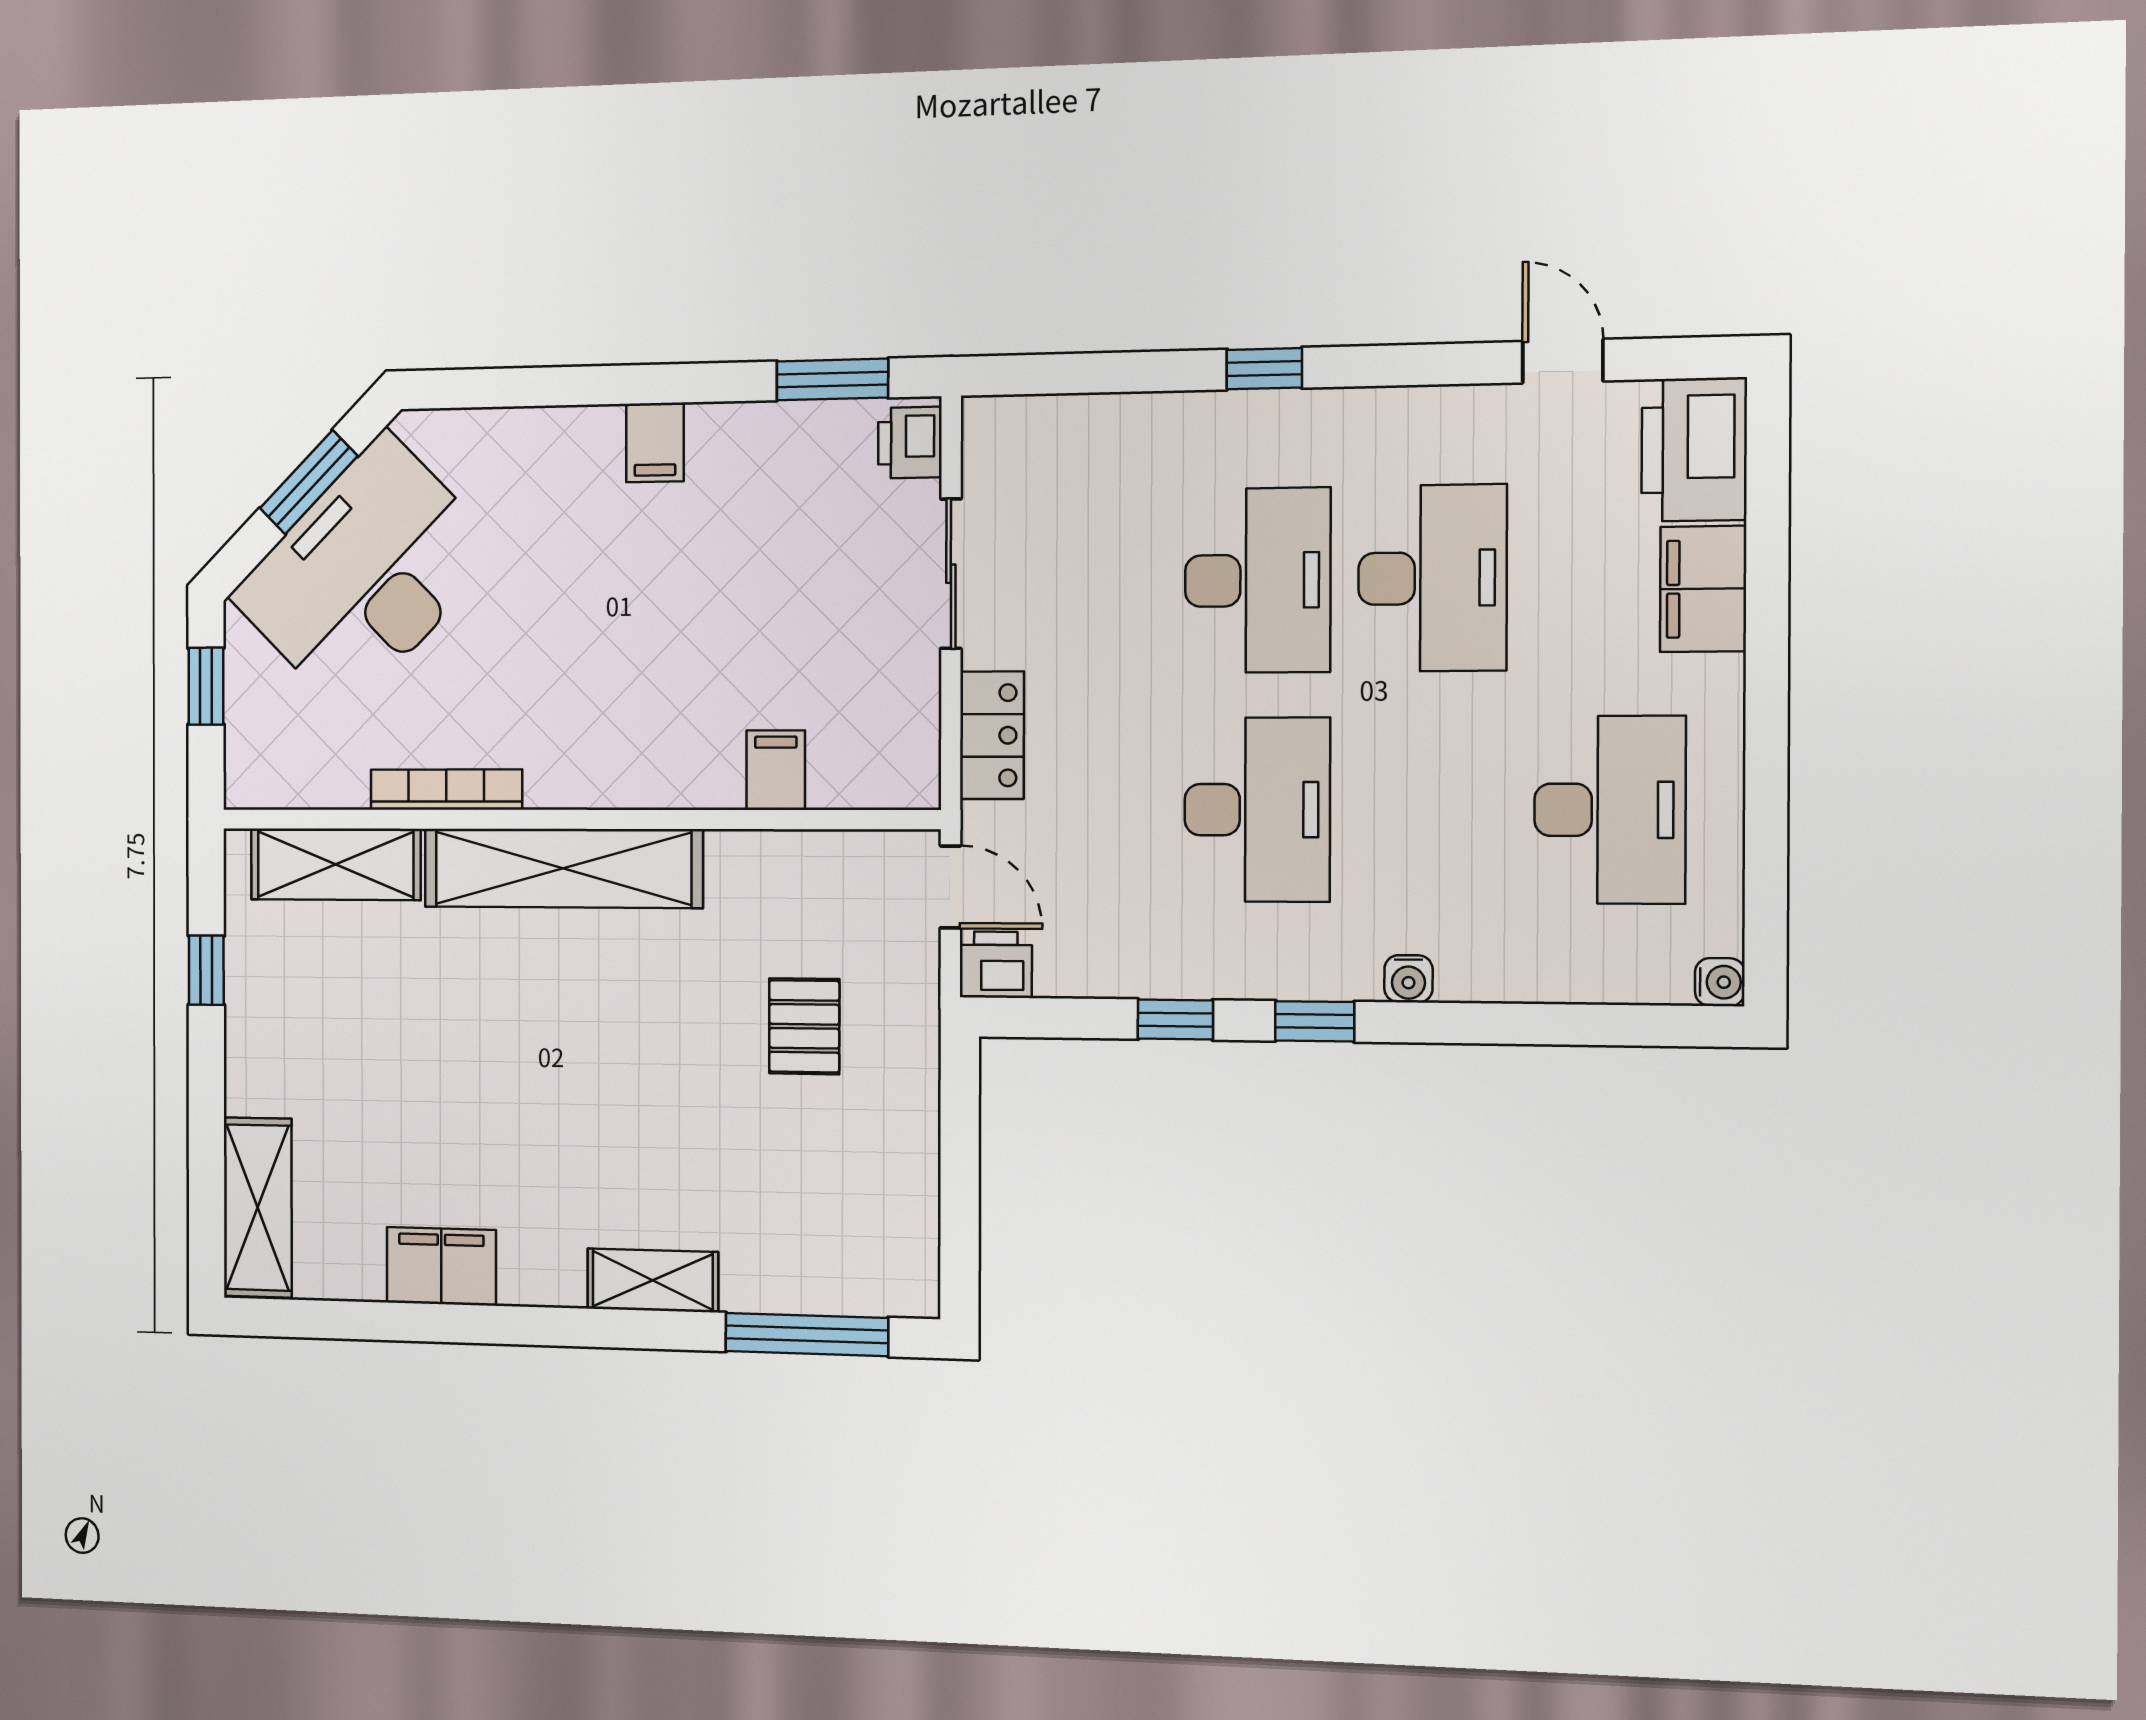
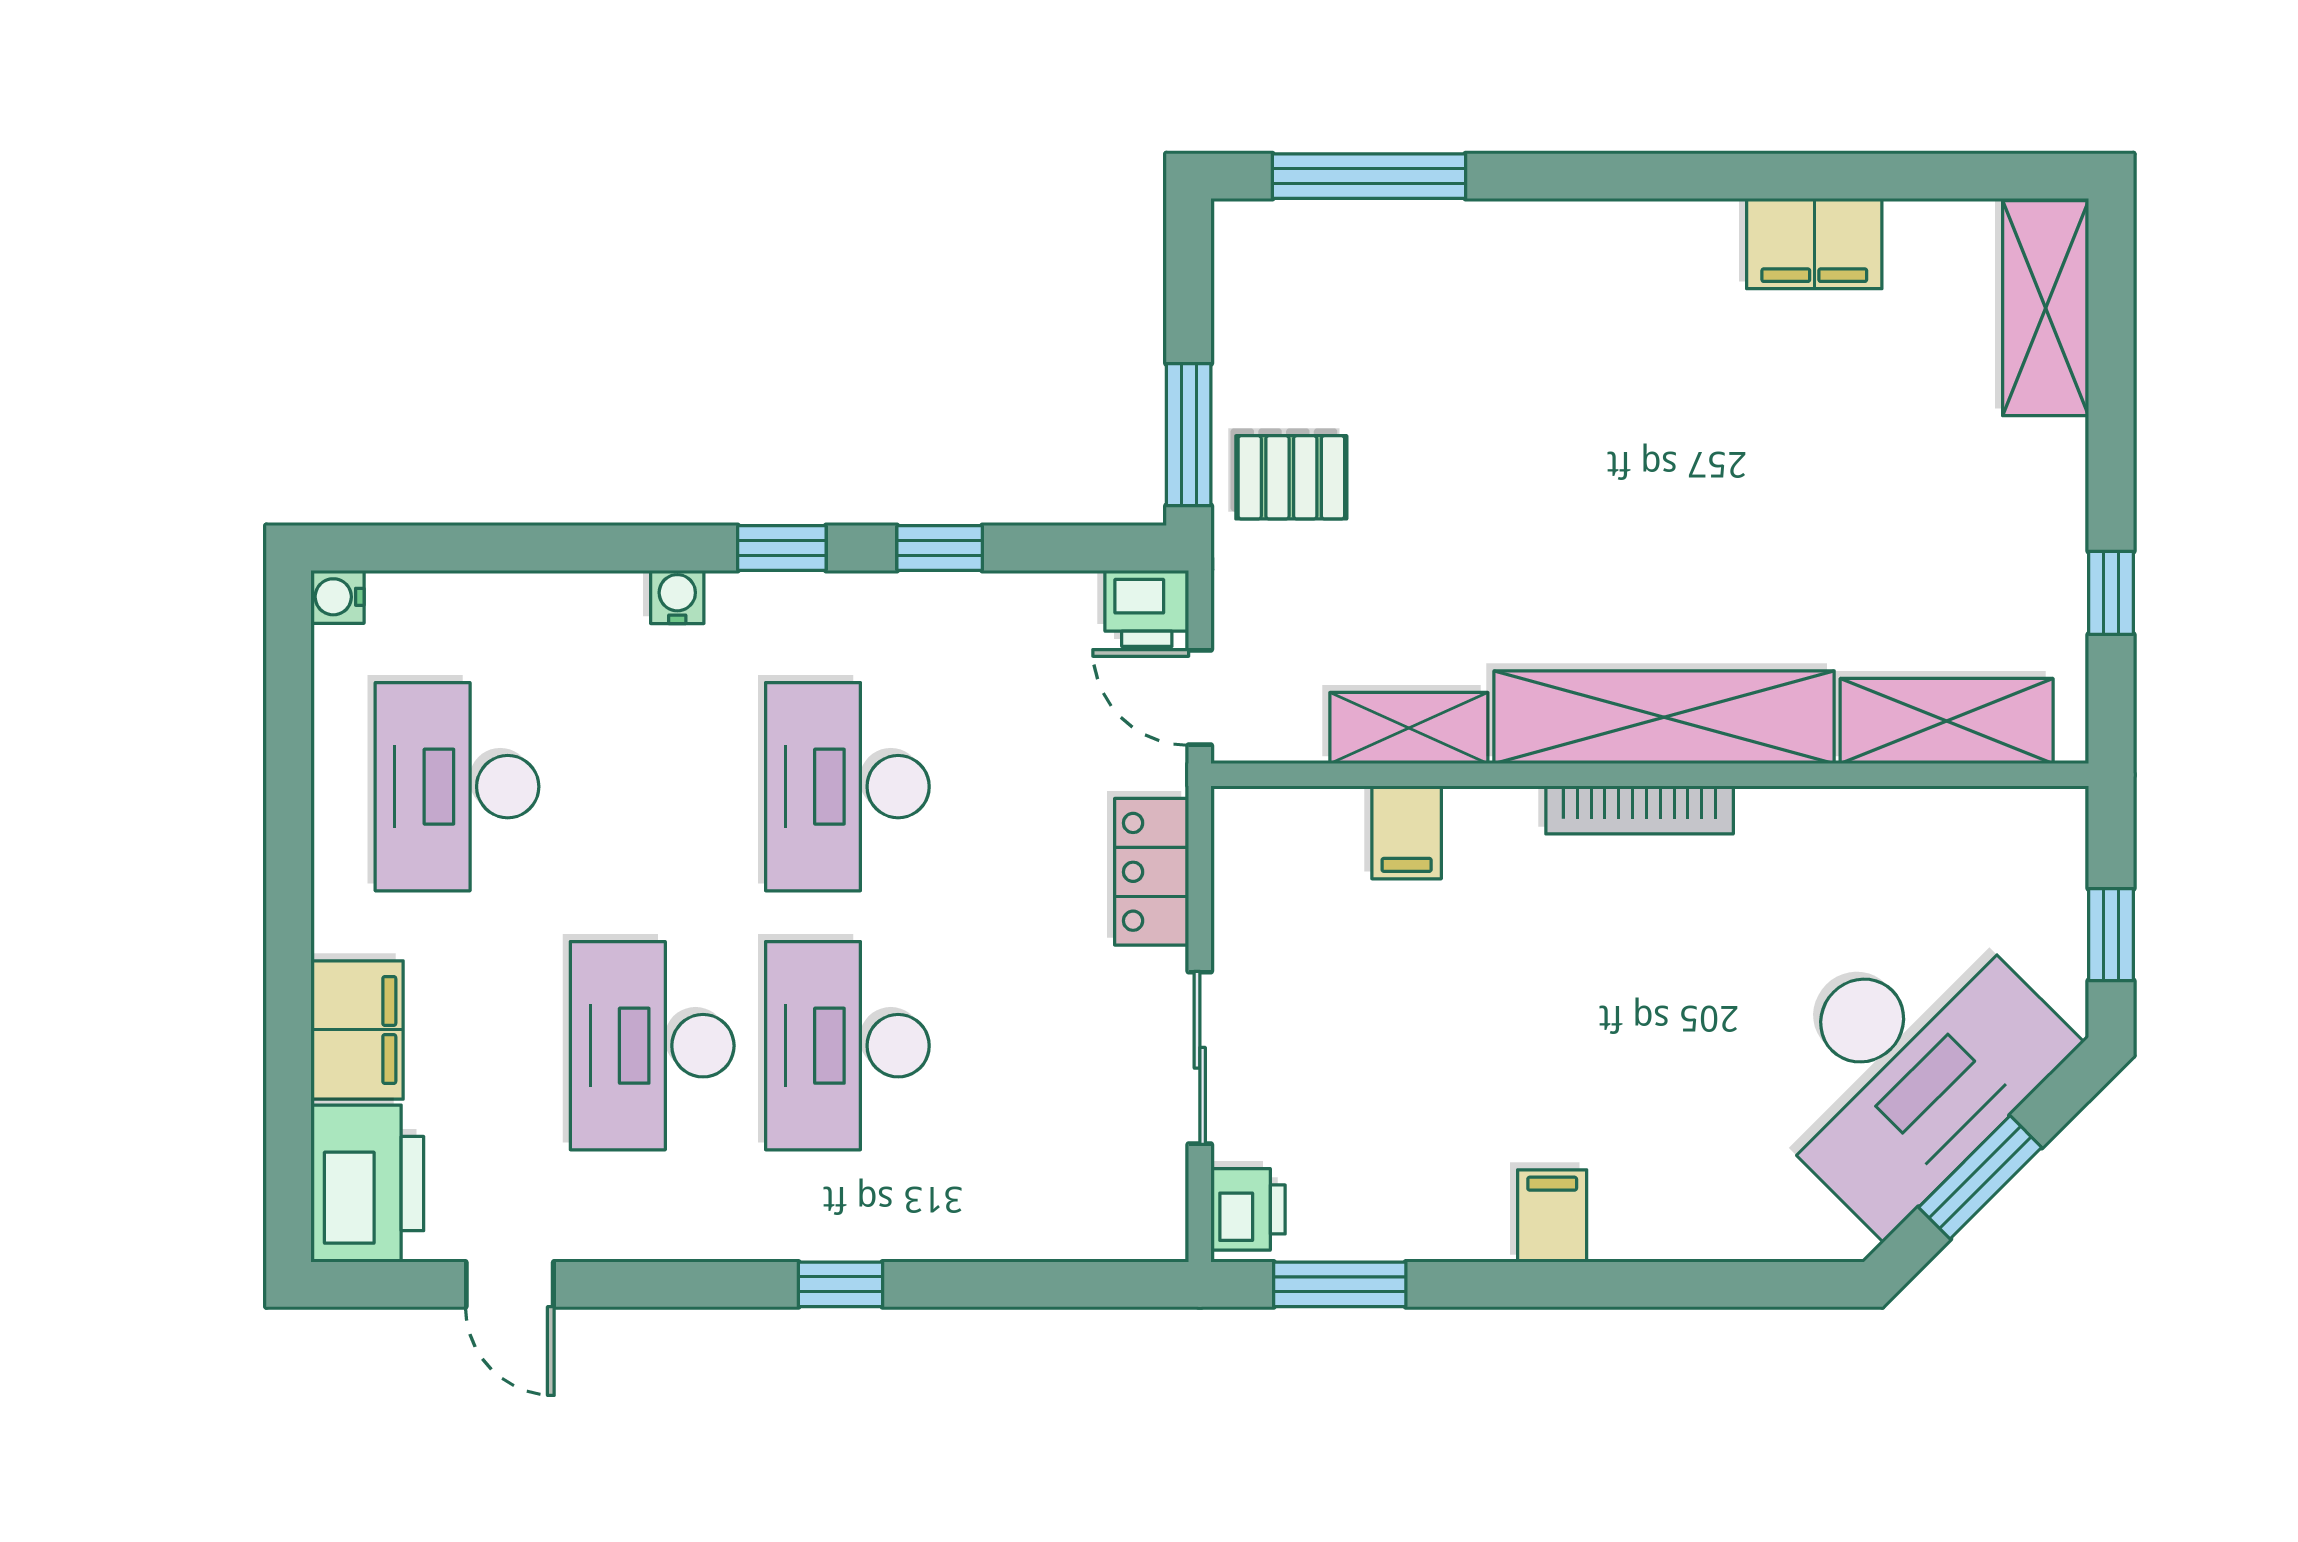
bookcase: (446, 790) -> (1640, 810), moved
pallet: (804, 1026) -> (1291, 477), moved, turned 90
window: (960, 1115) -> (1189, 435), added
shelving: (653, 1280) -> (1409, 728), moved

